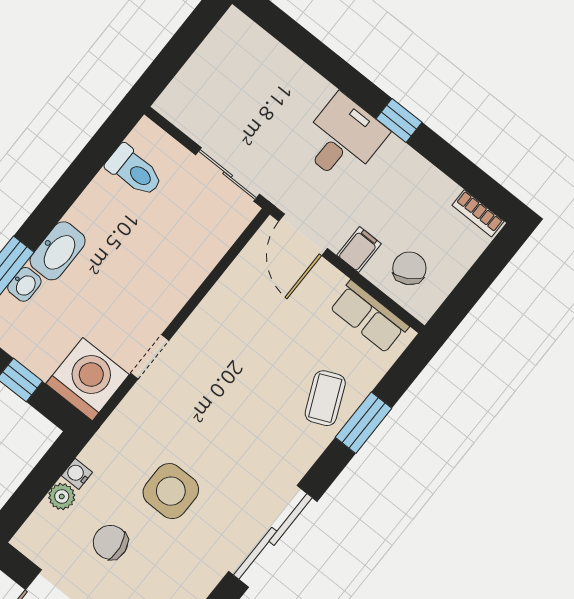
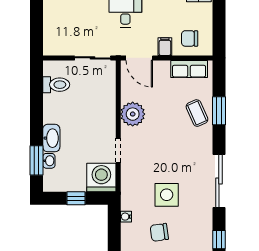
chair: (409, 268) -> (190, 38), turned -60
plant: (62, 496) -> (133, 114), moved, width x1.88, depth x1.88

